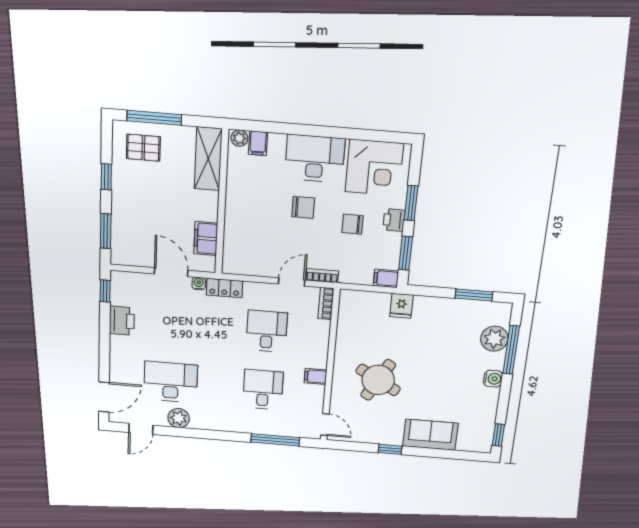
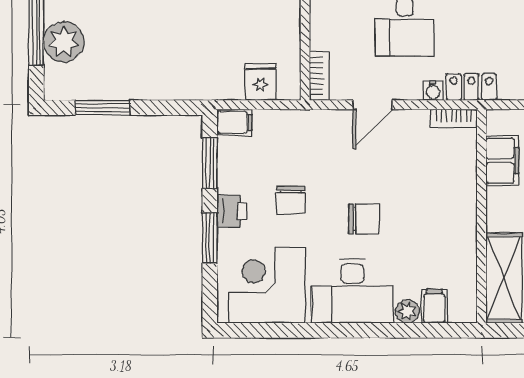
plant: (239, 138) -> (407, 311), moved
chair: (303, 207) -> (364, 219), turned 180
chair: (352, 224) -> (291, 200), turned 90
bookcase: (322, 276) -> (454, 119), moved
water cooler: (199, 283) -> (433, 91), moved
fridge: (401, 306) -> (260, 82), moved

